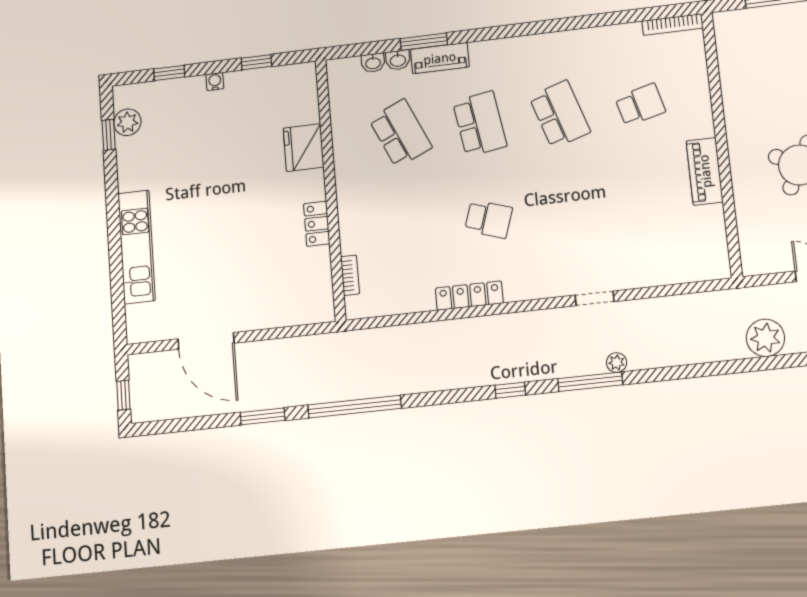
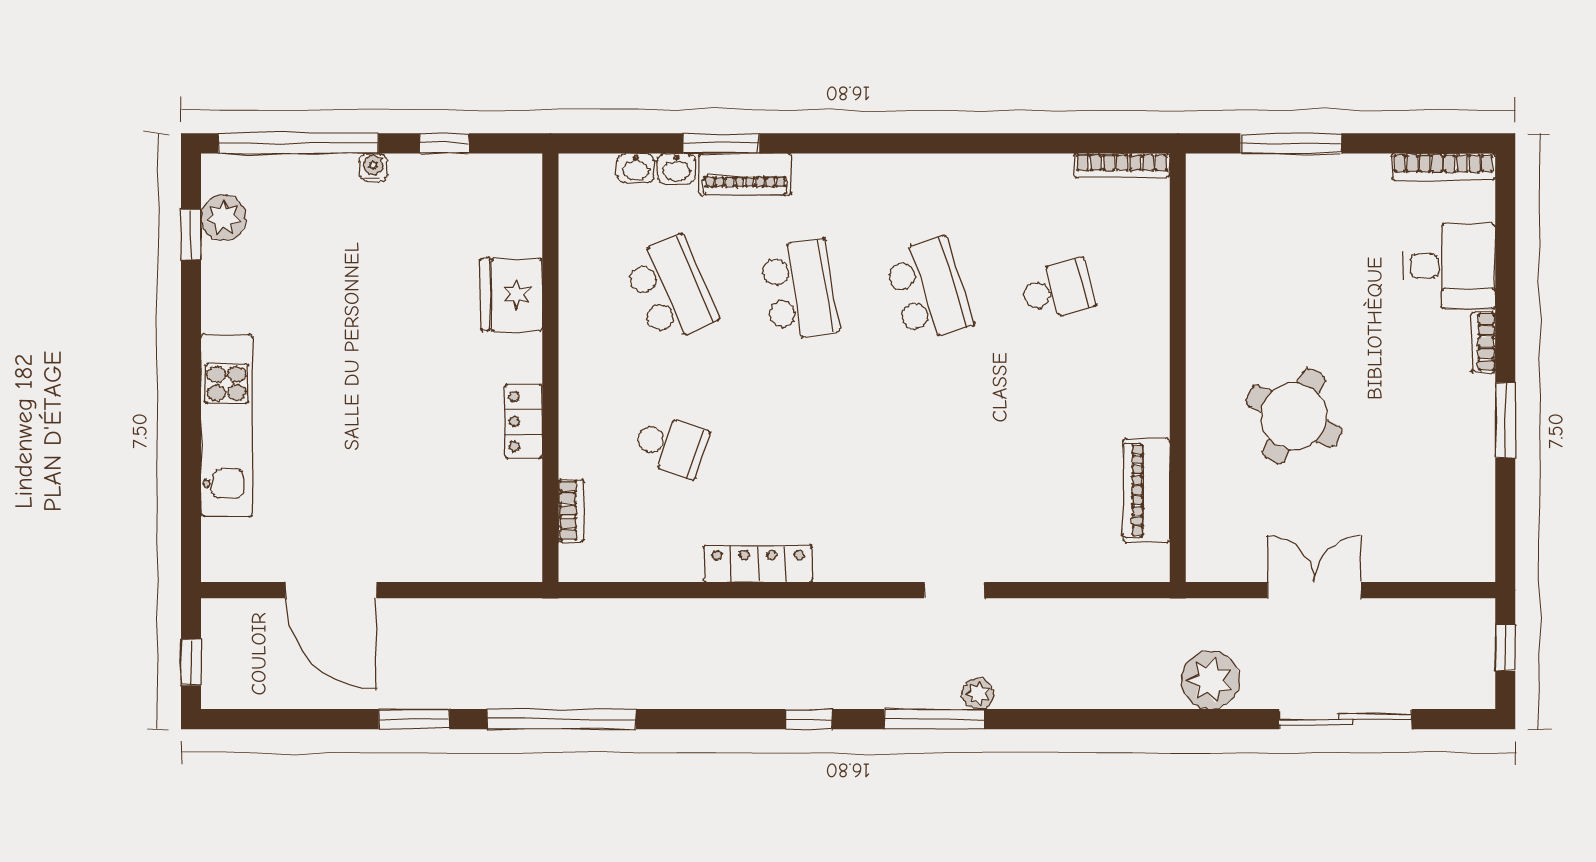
window: (169, 73) -> (298, 143), width x3.17
piano: (705, 171) -> (1146, 490), moved
school desk: (489, 219) -> (671, 446), moved

